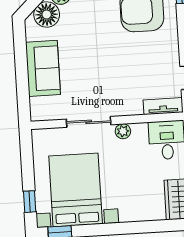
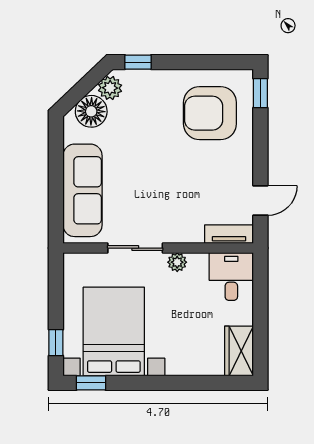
sofa: (43, 68) -> (82, 190), width x1.36

